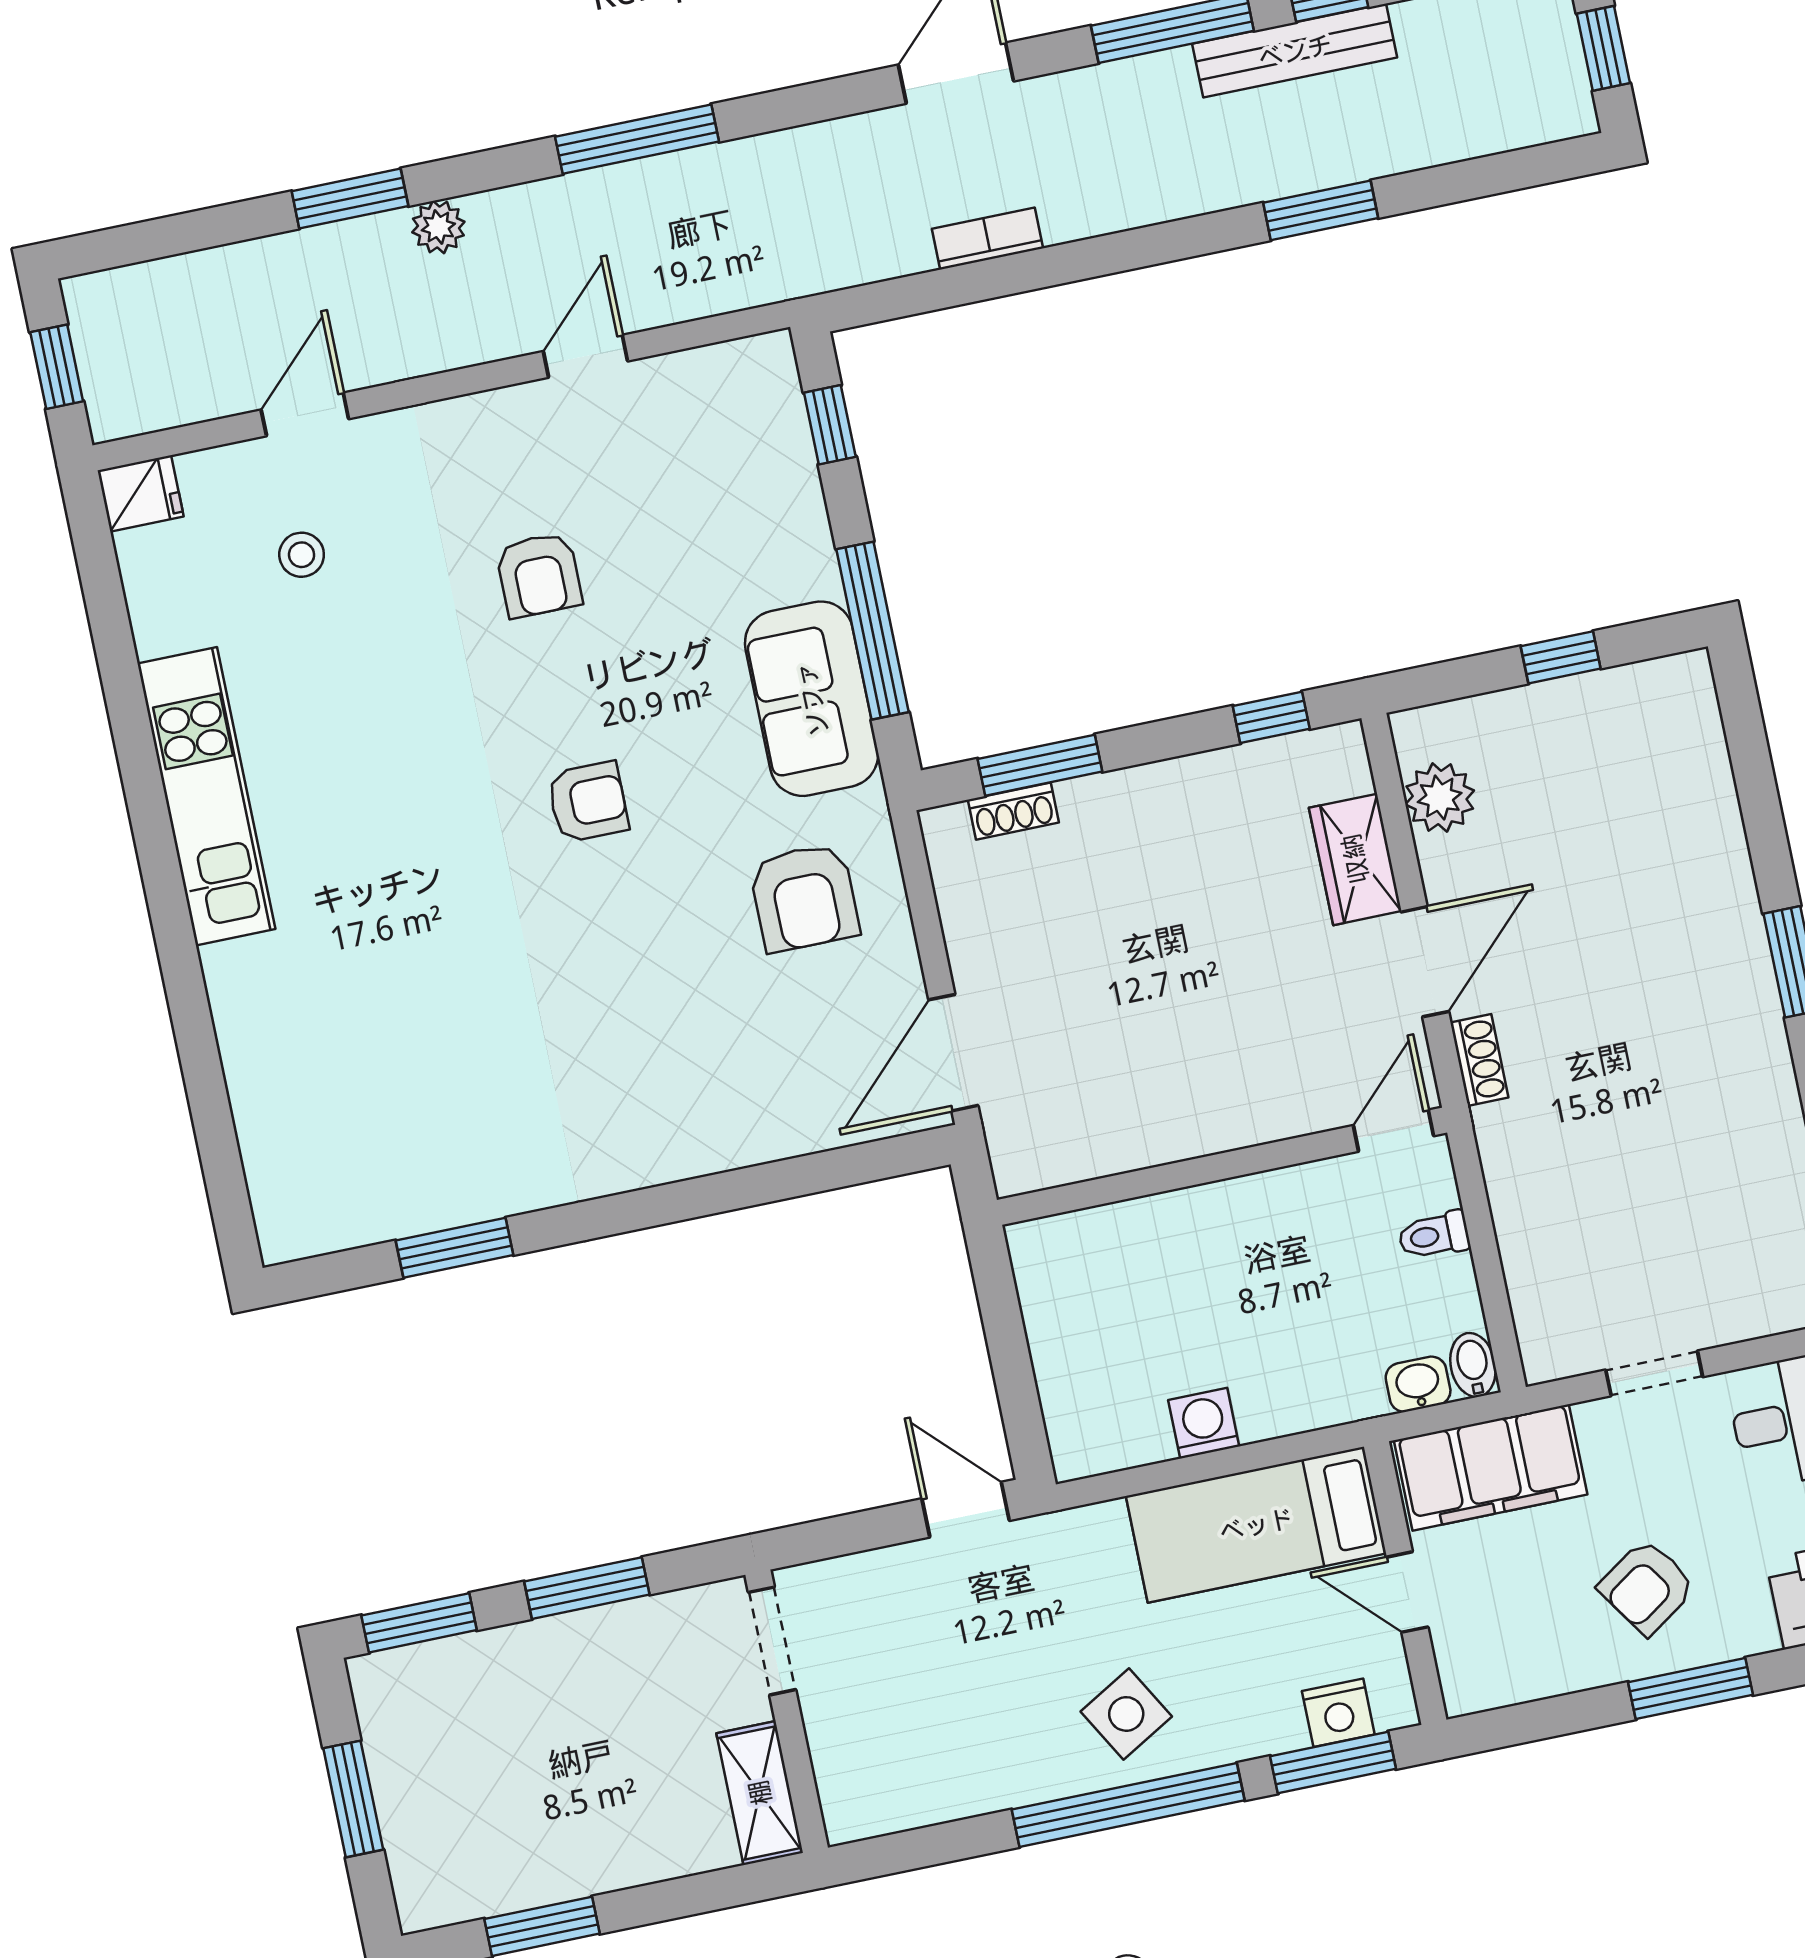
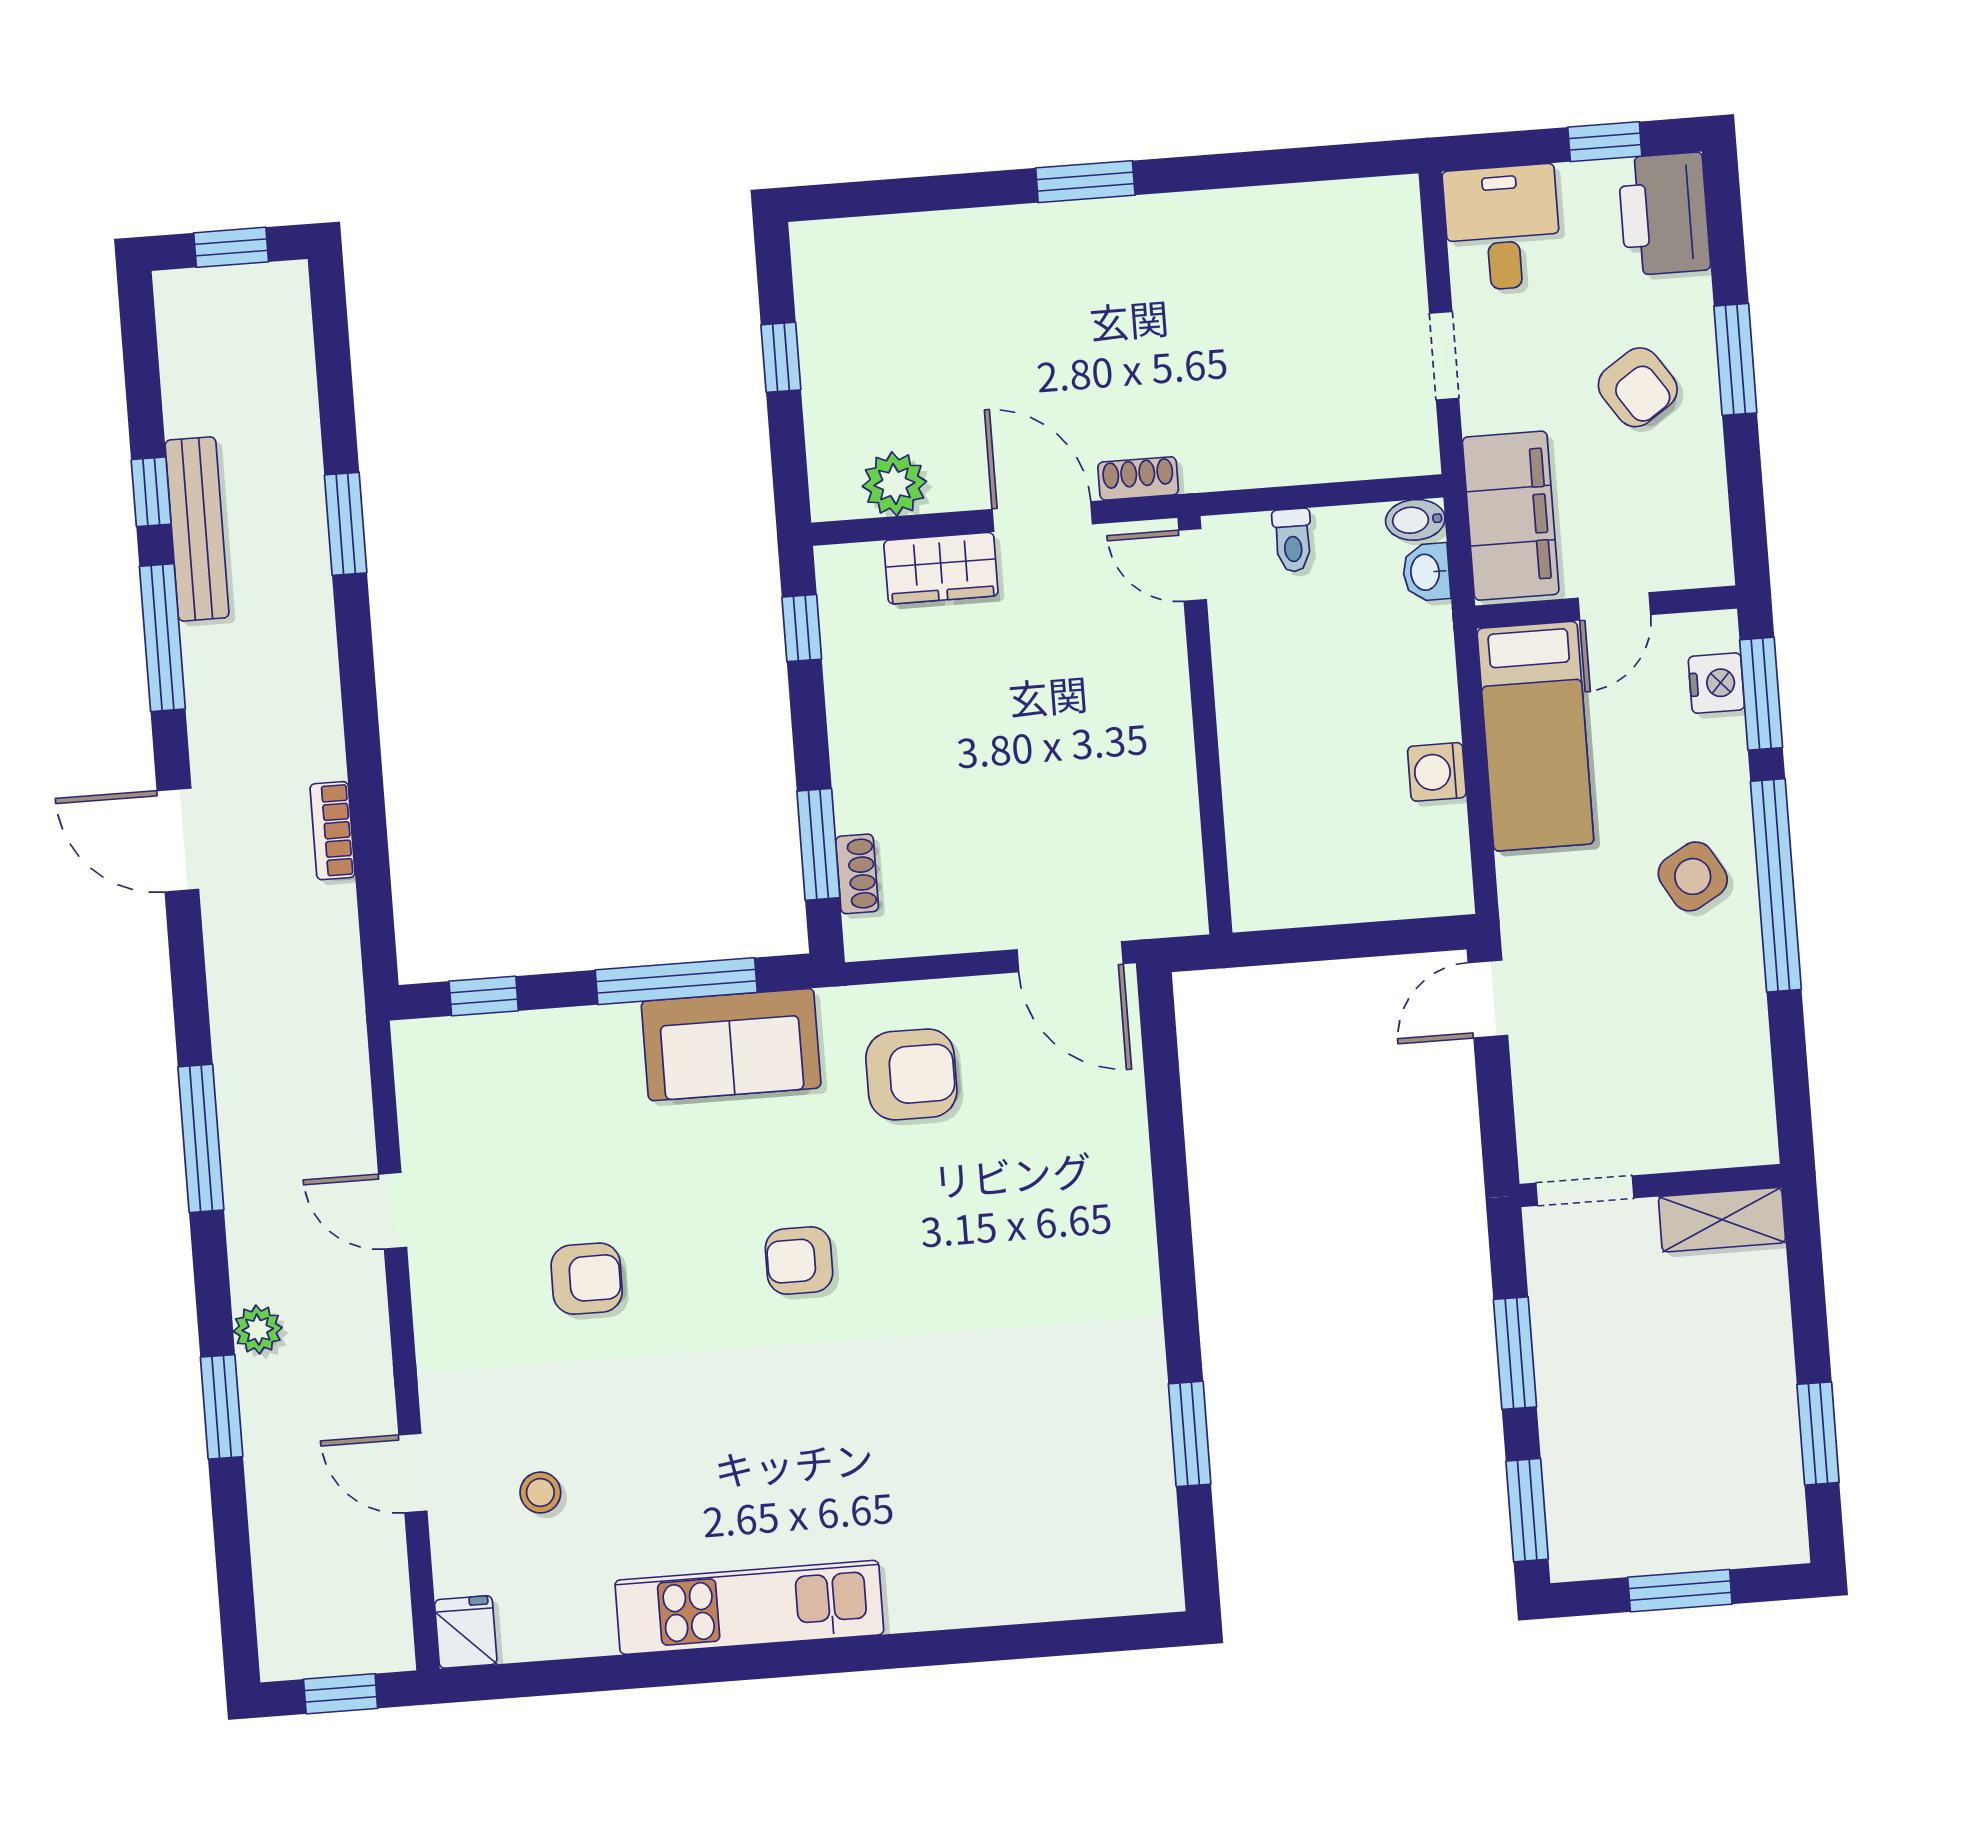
armchair: (588, 802) -> (799, 1260), turned -90

